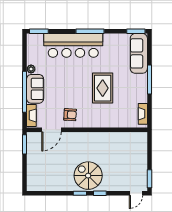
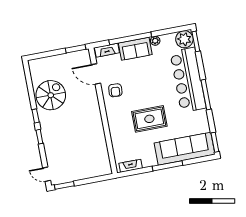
plant: (35, 42) -> (184, 39), added
sofa: (139, 53) -> (185, 149), width x1.36, depth x1.27
spiral stairs: (88, 176) -> (51, 95), moved

